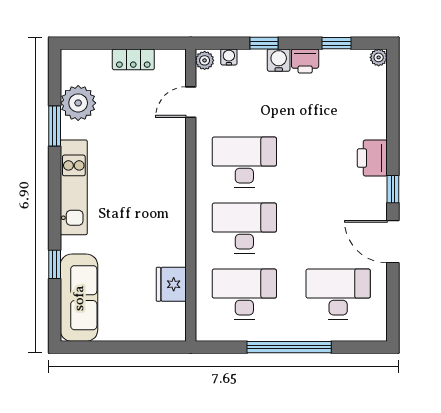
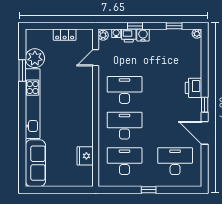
printer: (305, 61) -> (129, 36), moved
kitchen unit: (74, 187) -> (33, 104), width x1.36
window: (55, 264) -> (22, 145), removed
window: (289, 347) -> (149, 190), width x0.32

